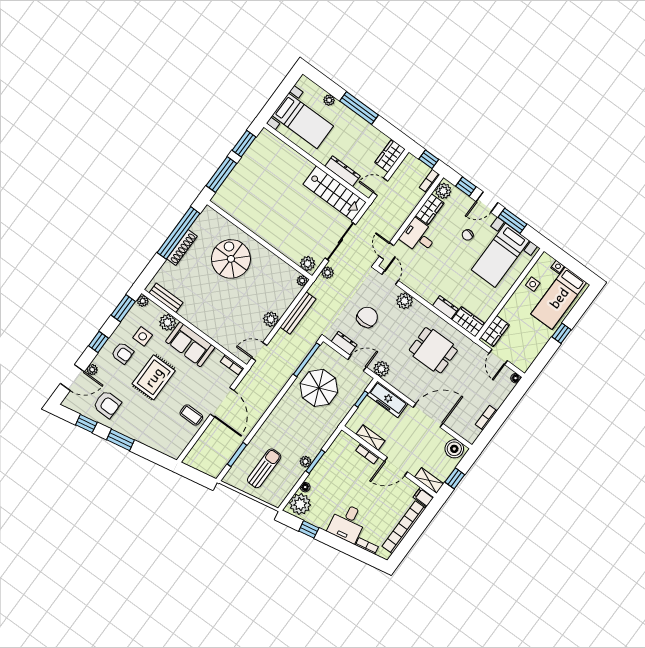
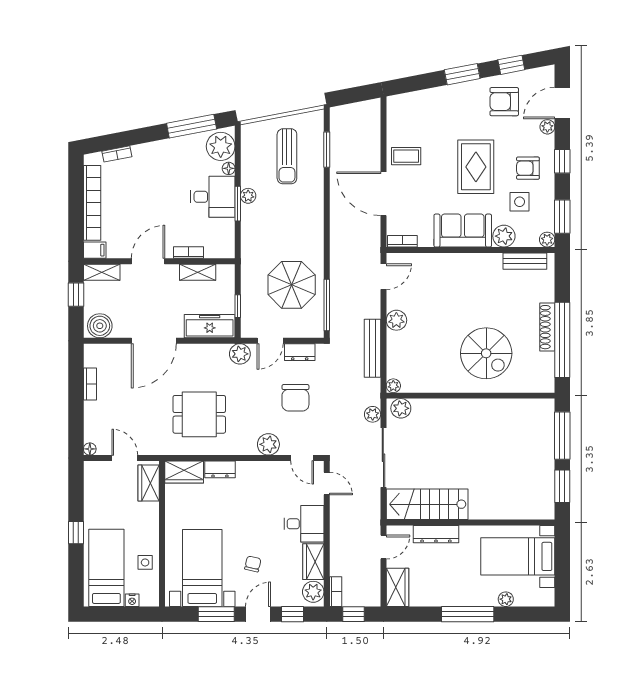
desk: (347, 523) -> (213, 197), moved, turned 101
window: (309, 529) -> (192, 126), width x2.17

